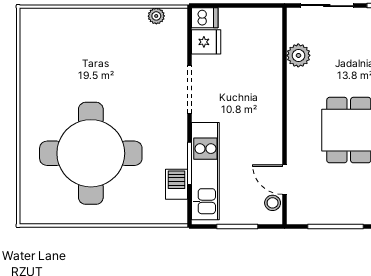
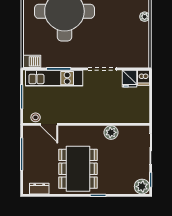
plant: (156, 16) -> (145, 17), moved
plant: (298, 55) -> (111, 132), moved
door: (285, 180) -> (49, 124), swing flipped
barbecue: (177, 184) -> (32, 61), moved

